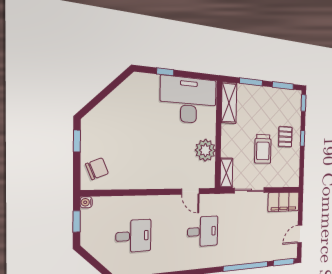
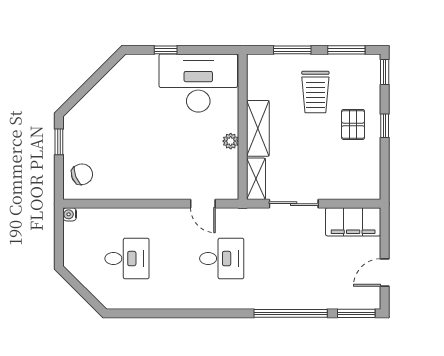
shelving: (229, 103) -> (258, 128), moved
trolley: (263, 149) -> (315, 92), moved
plant: (205, 150) -> (231, 141), width x0.53, depth x0.53
window: (77, 221) -> (59, 237), removed

